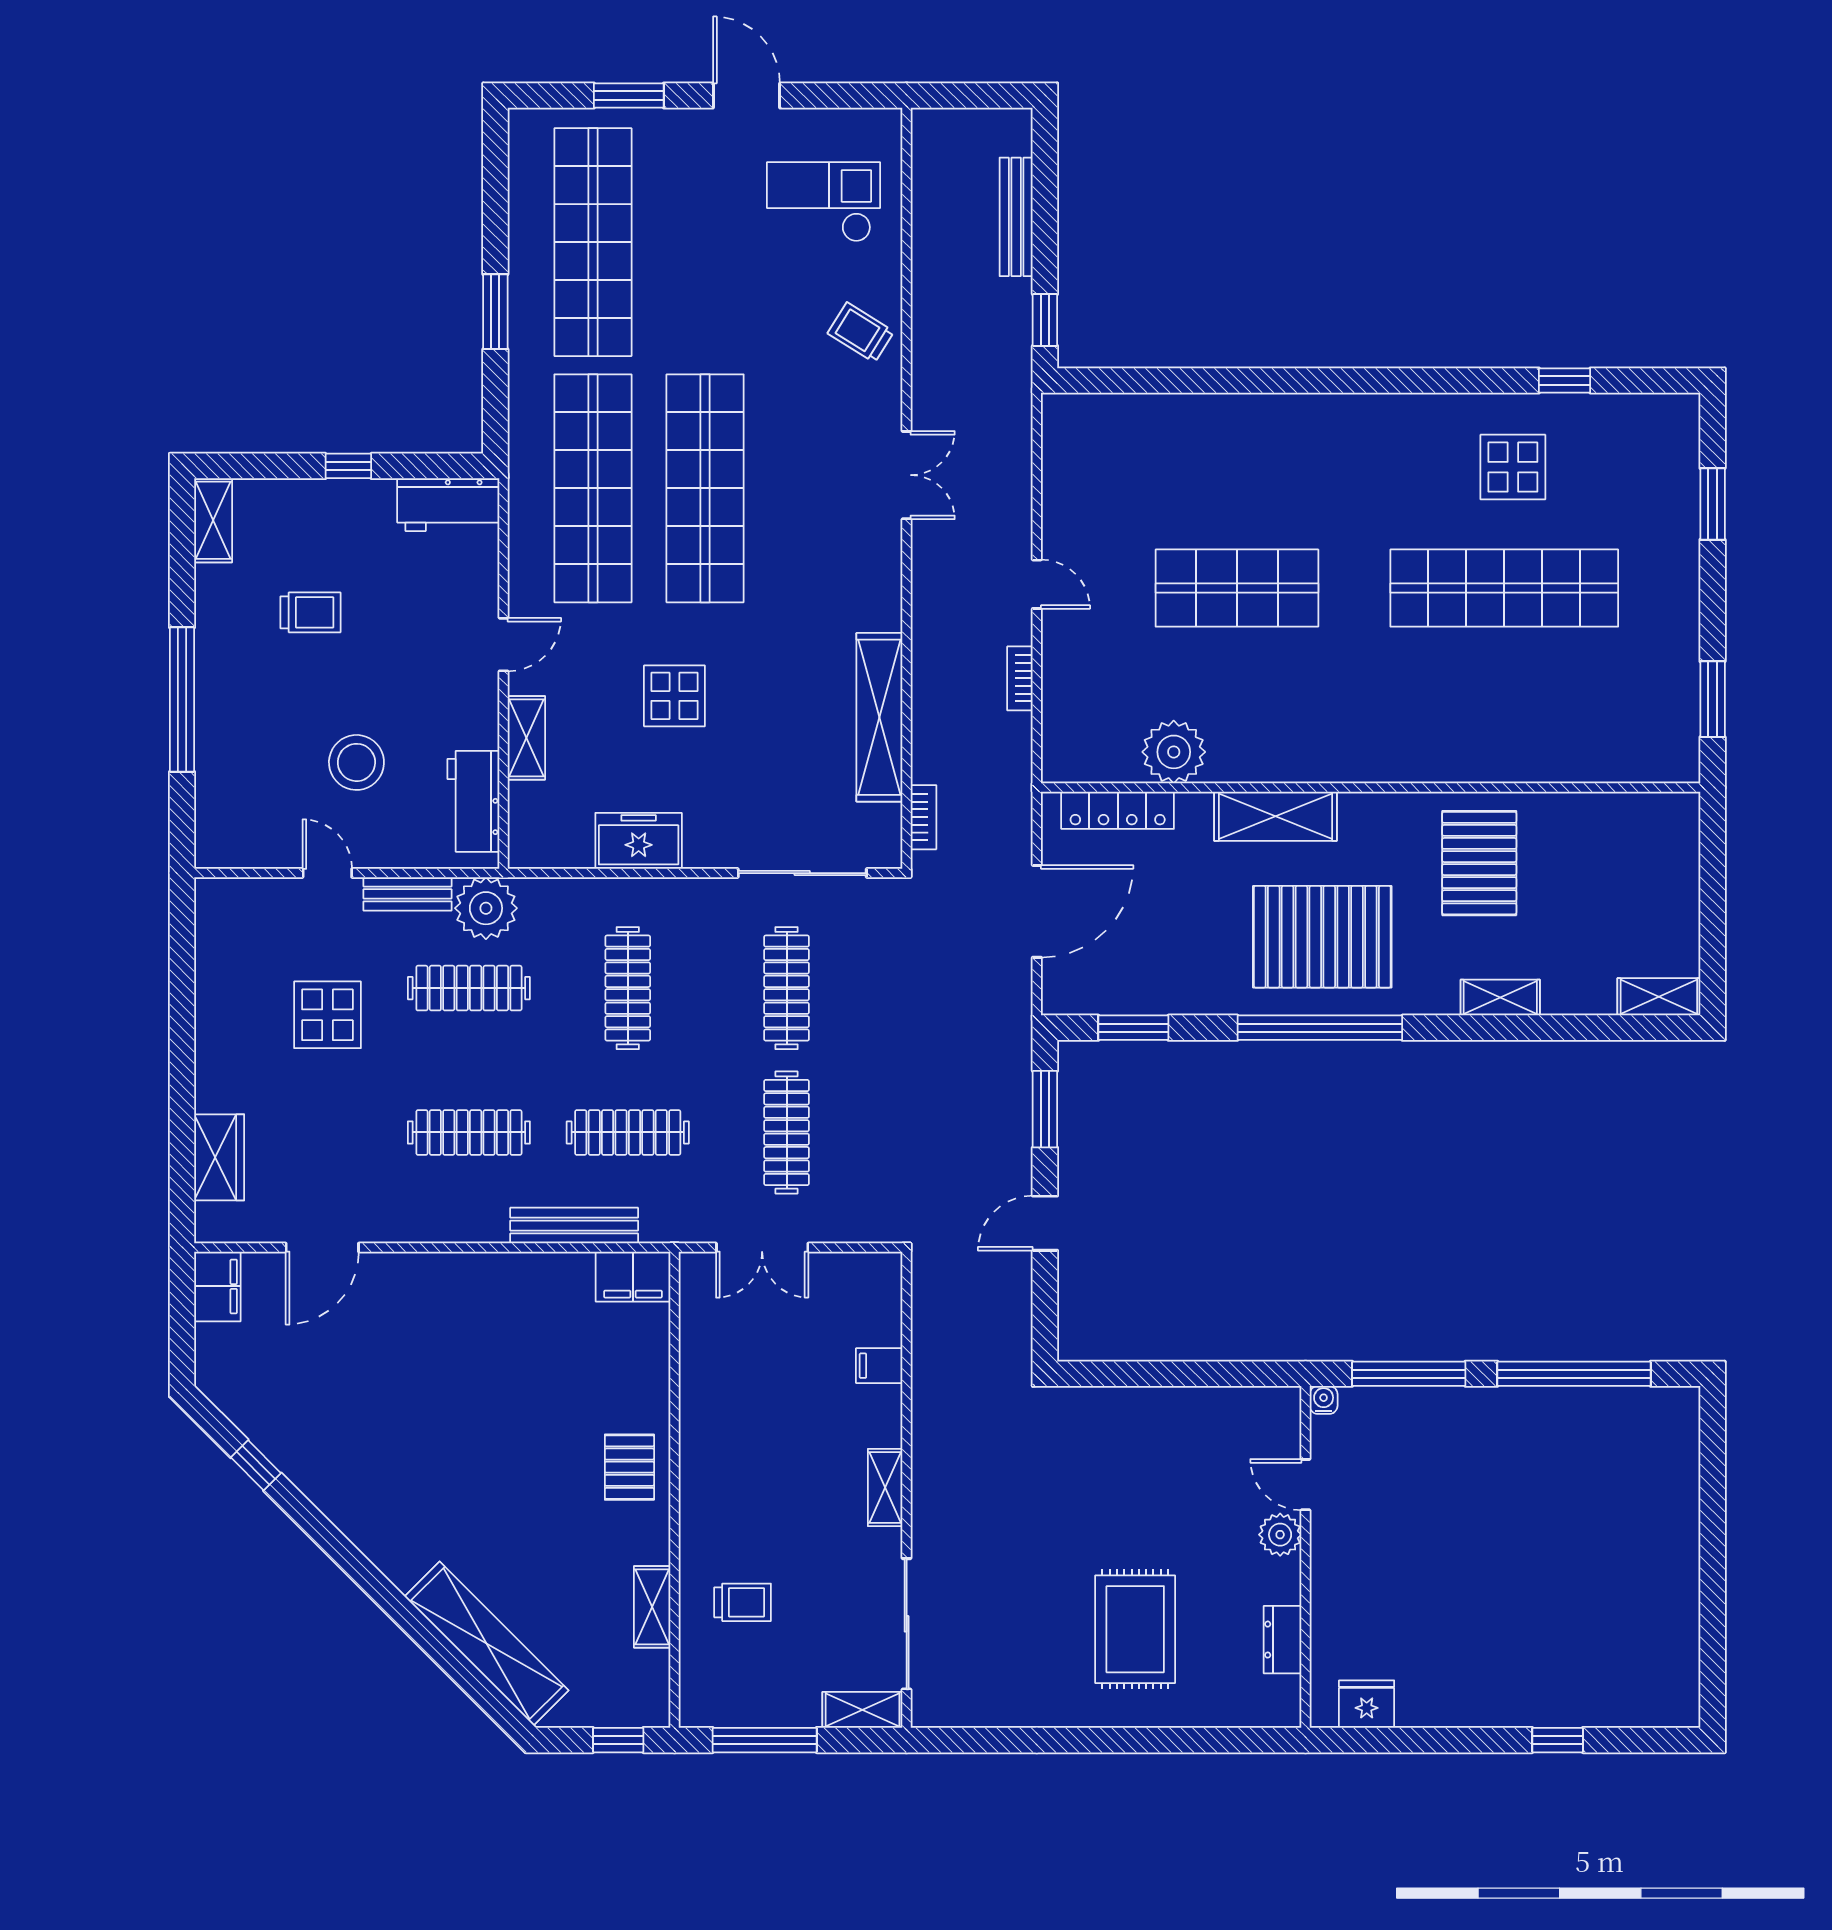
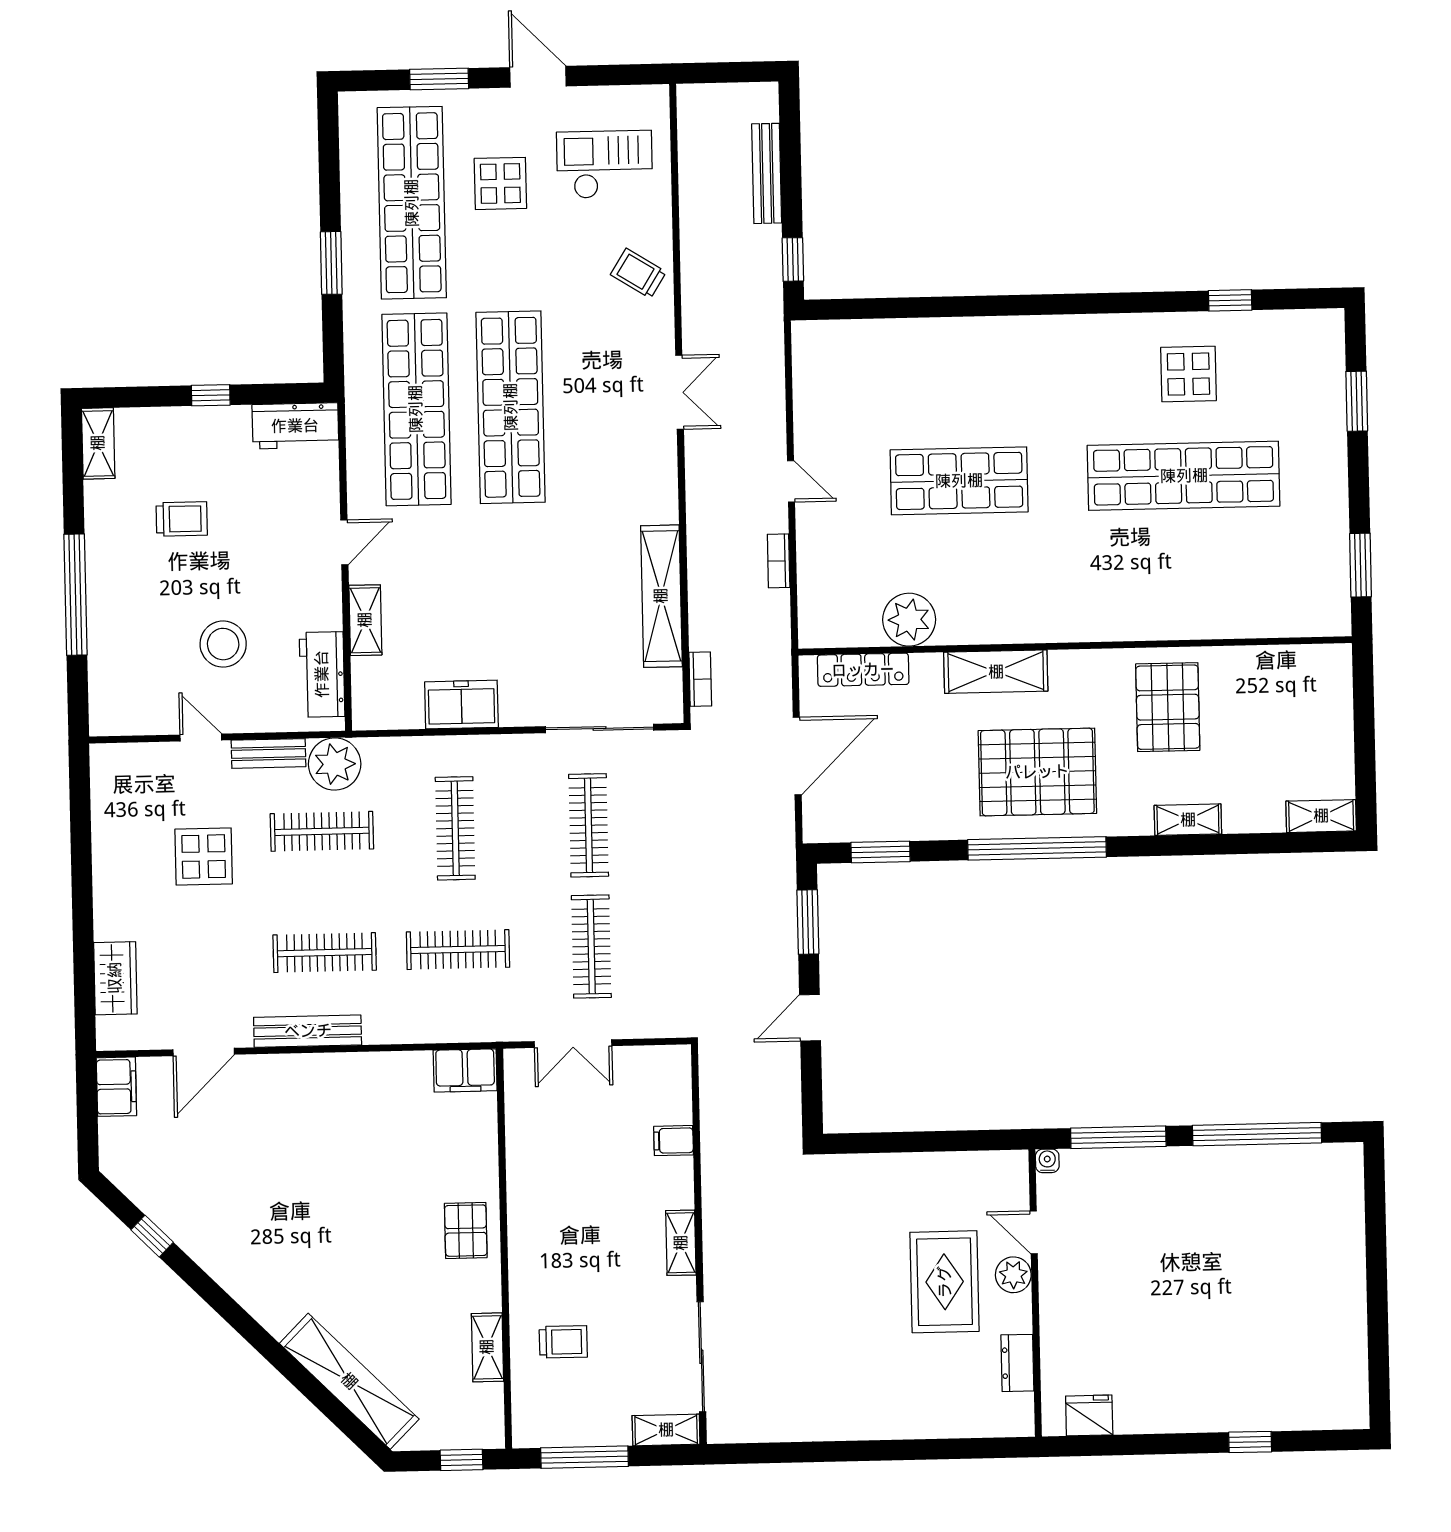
display table: (674, 696) -> (500, 183), moved
bench: (574, 1226) -> (308, 1031), moved
rug: (1135, 1629) -> (945, 1282), moved

